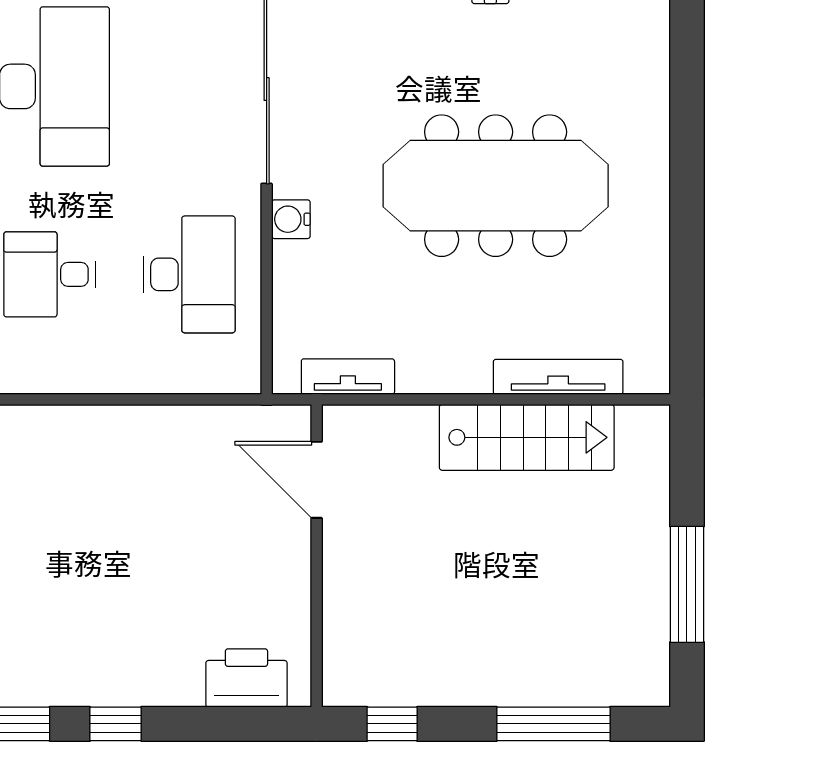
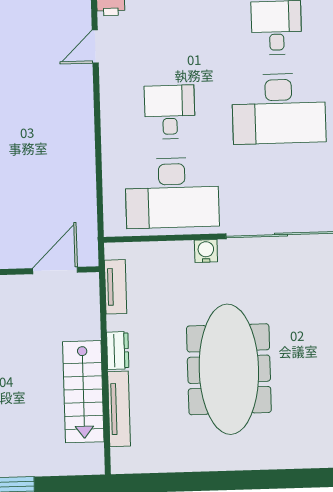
desk: (189, 274) -> (172, 193), width x1.36, depth x1.30
dresser: (458, 376) -> (118, 351), added

